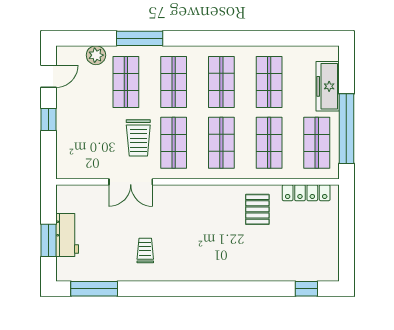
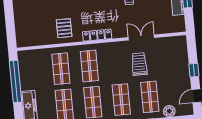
shop shelf: (174, 143) -> (118, 63), removed
shop shelf: (317, 143) -> (32, 71), removed
locker: (306, 193) -> (97, 35), moved

